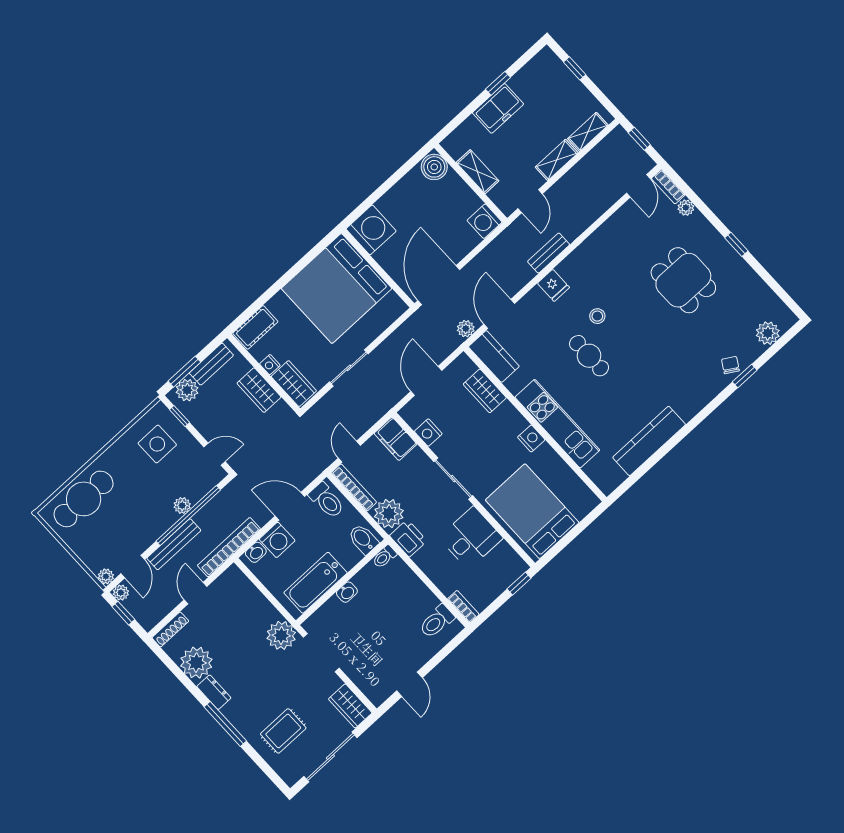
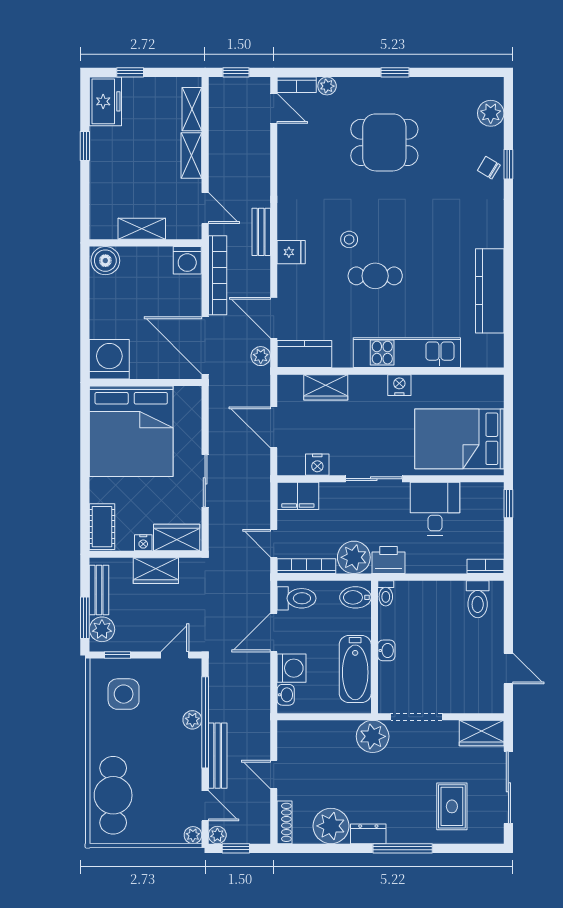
freezer: (498, 108) -> (105, 101), moved
bookcase: (229, 547) -> (218, 275), moved, turned 180

